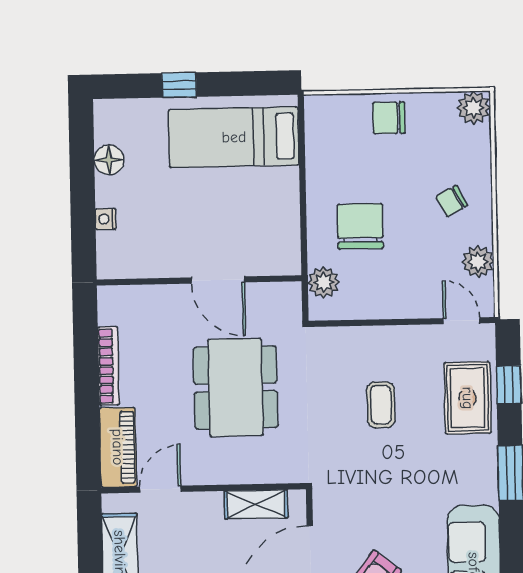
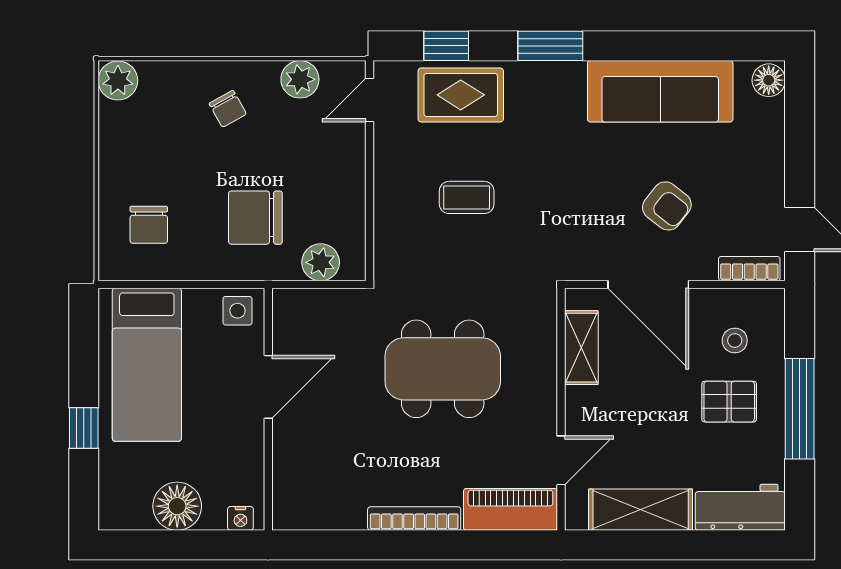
chair: (389, 118) -> (149, 225), moved
floor lamp: (109, 160) -> (177, 506), width x1.38, depth x1.38
side table: (281, 213) -> (237, 311), added
wall: (199, 280) -> (268, 409), moved
door: (218, 280) -> (268, 387), moved
door: (160, 489) -> (561, 460), swing flipped

